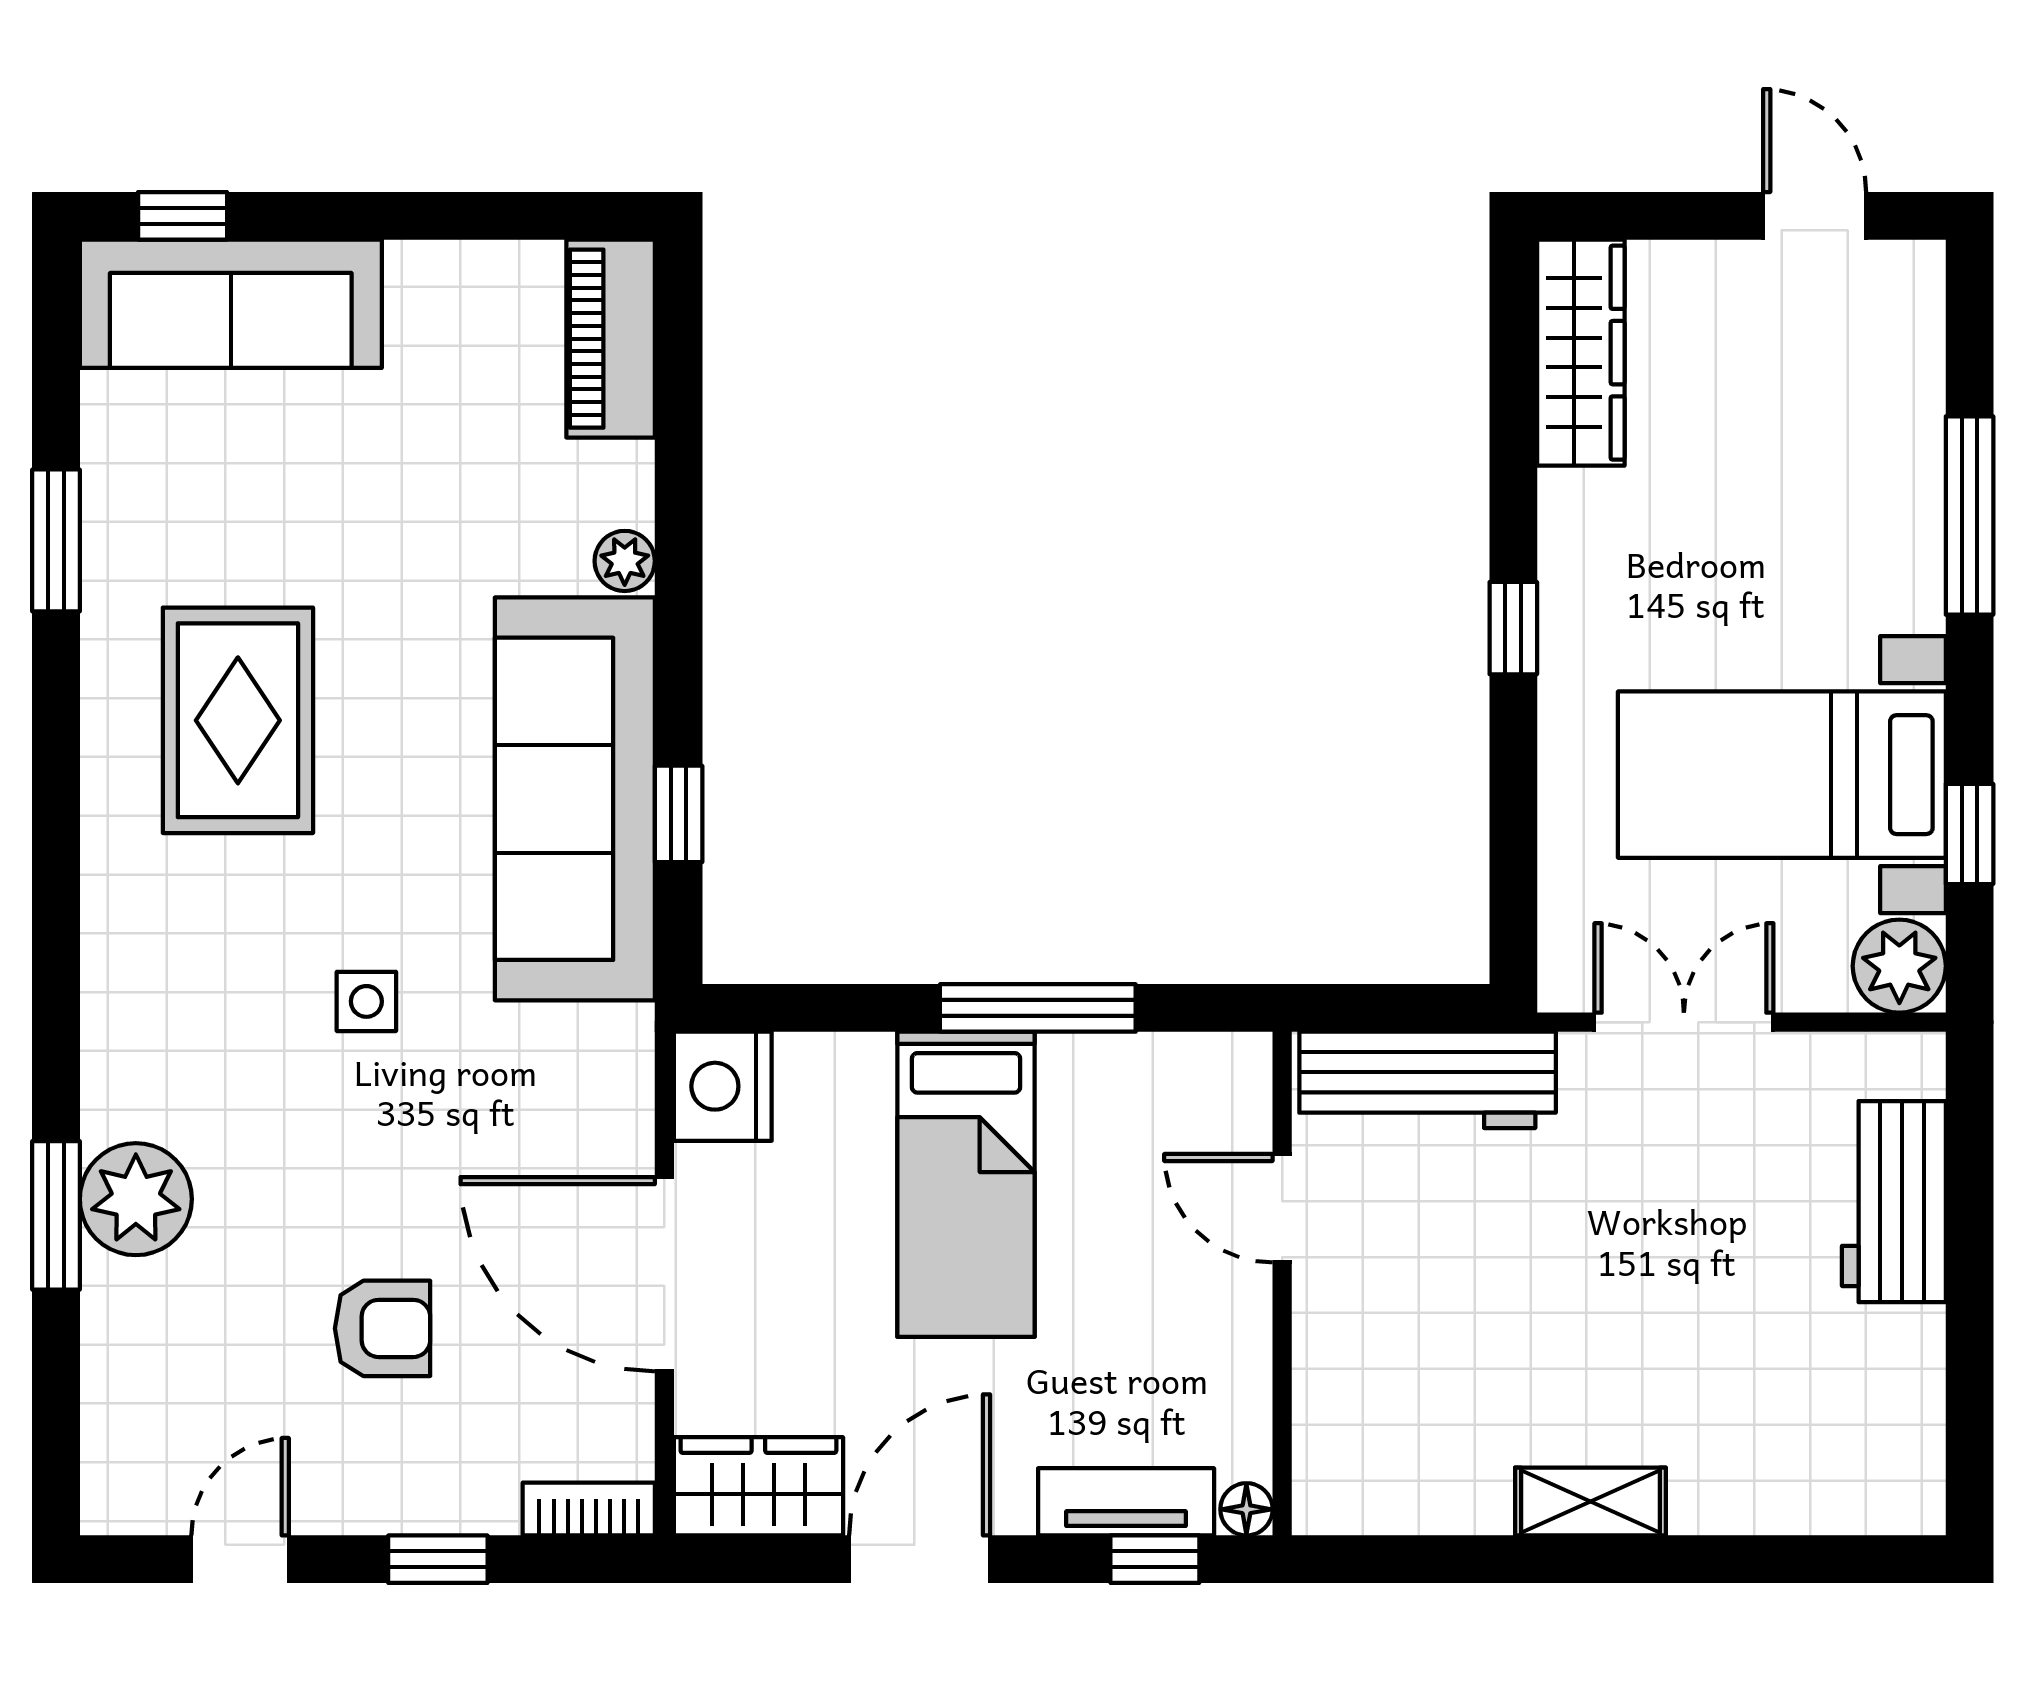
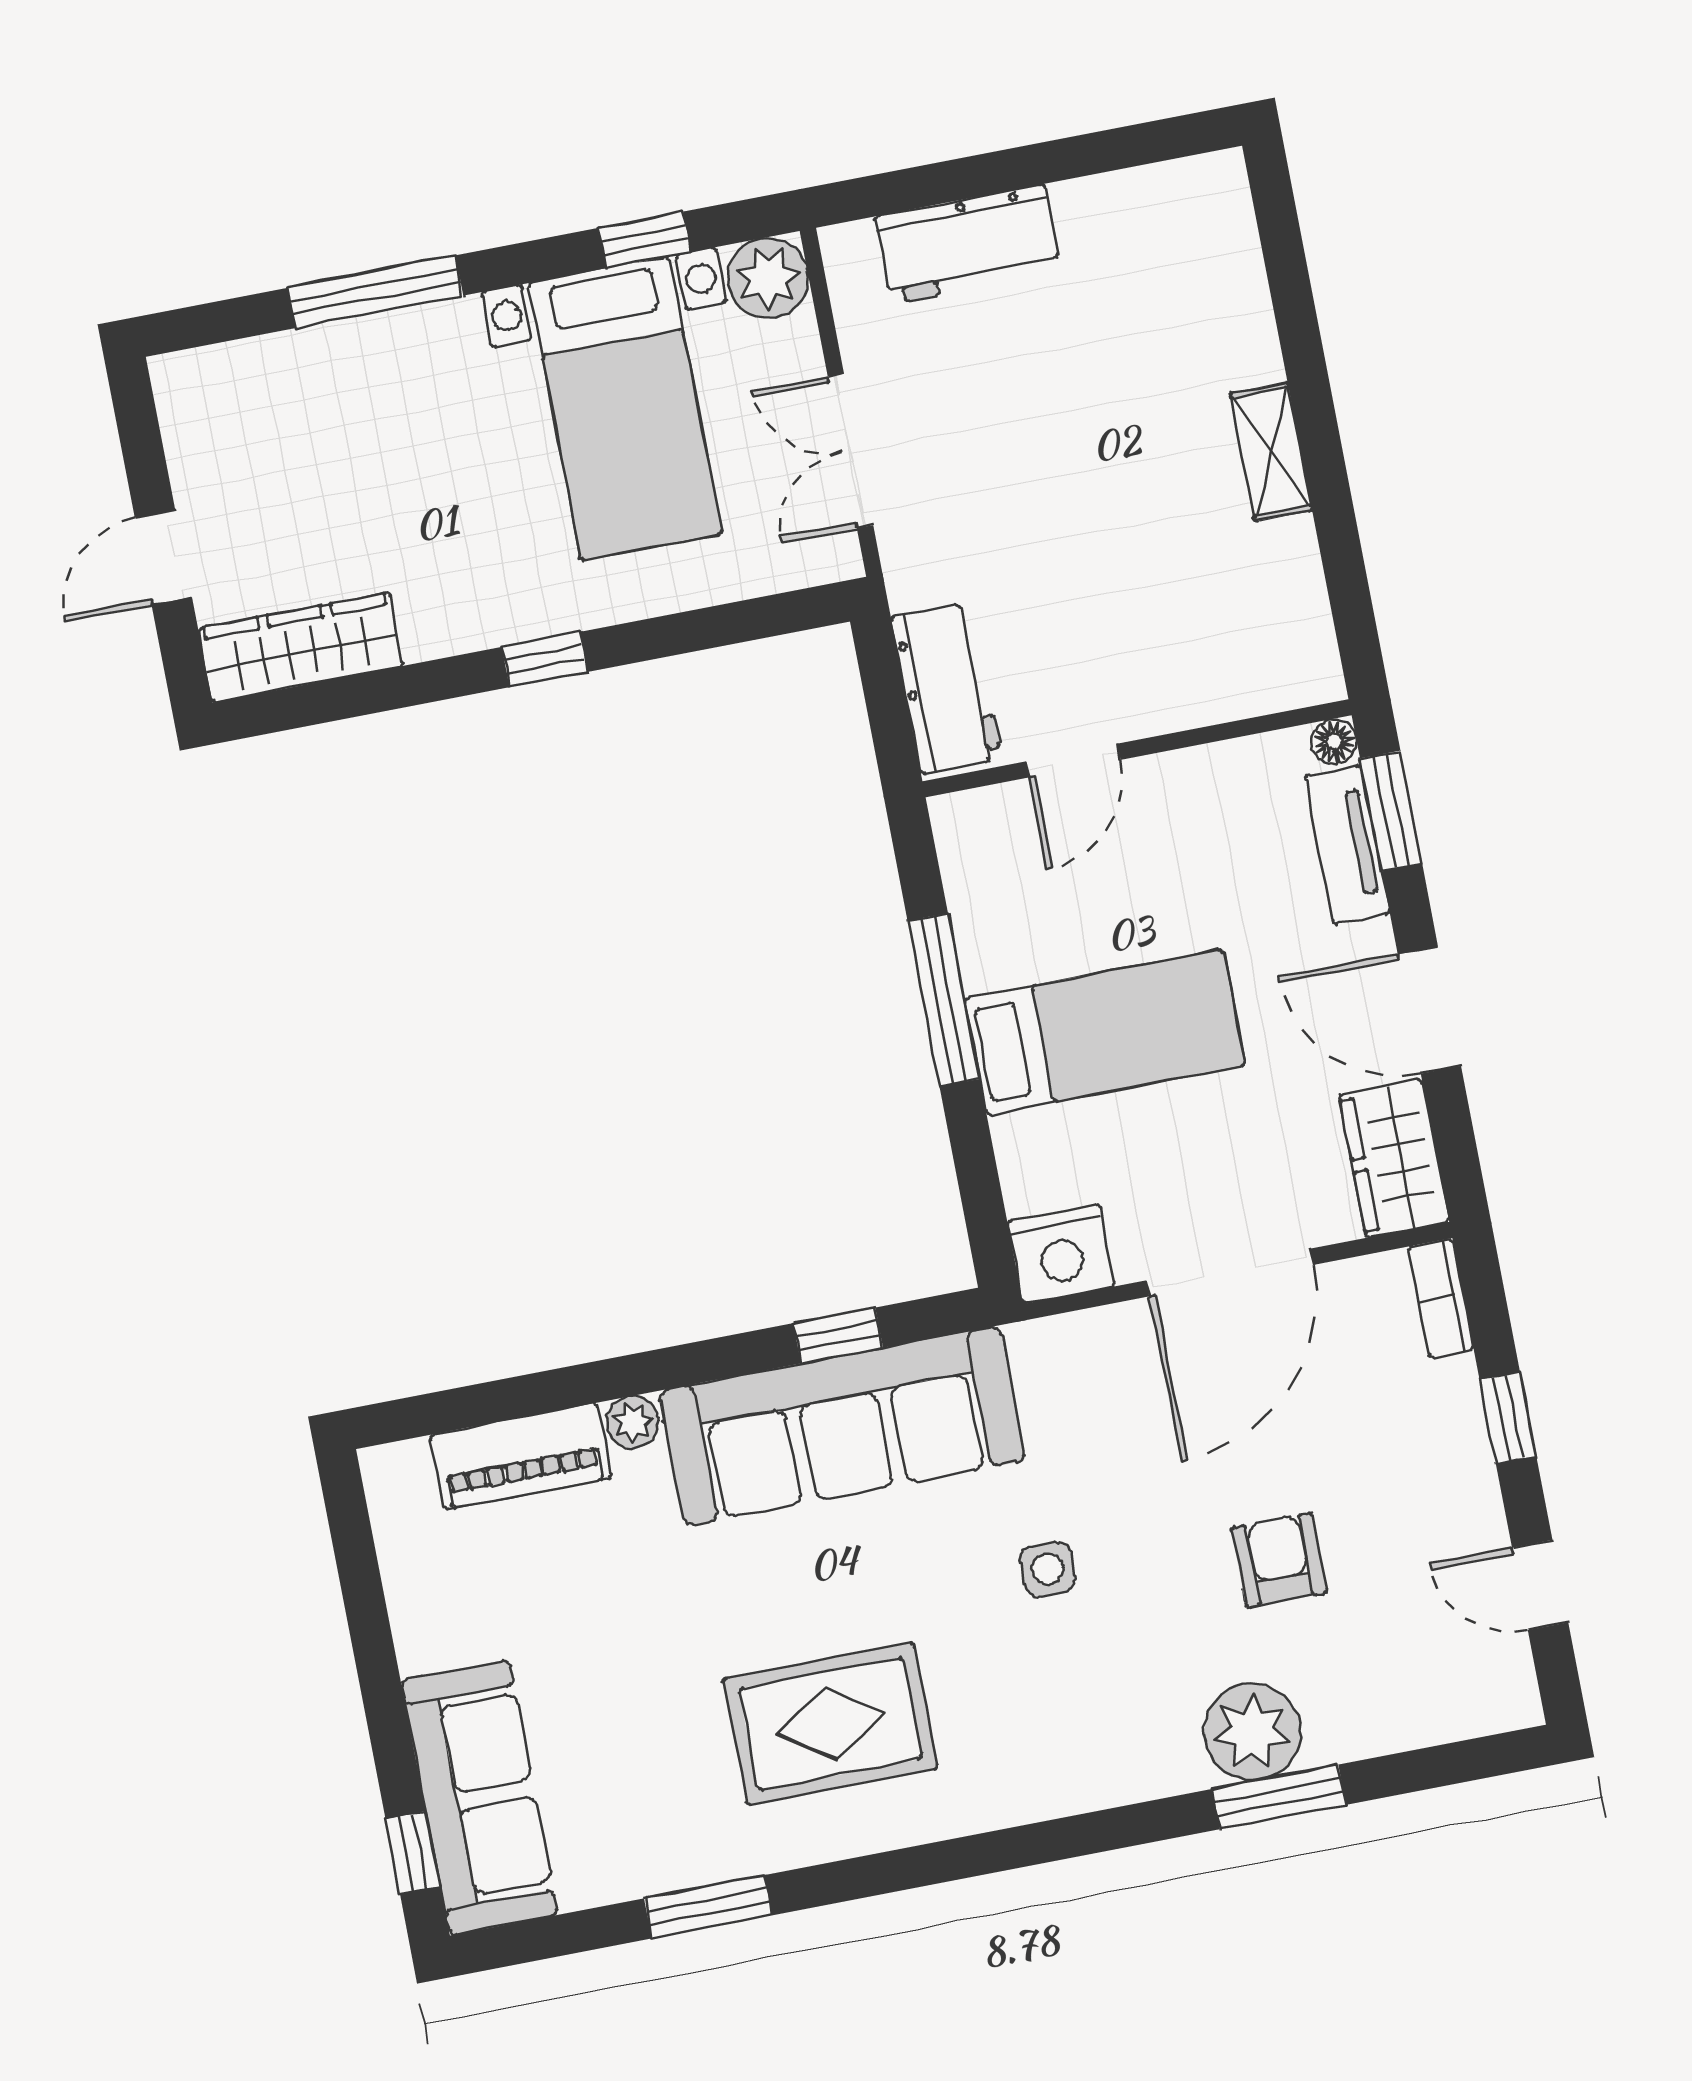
door: (1815, 216) -> (163, 557), moved
piano: (611, 339) -> (521, 1456), moved
workbench: (1428, 1080) -> (947, 688), width x0.73
armchair: (383, 1328) -> (1279, 1560), moved
window: (1155, 1559) -> (1391, 811), width x1.50

